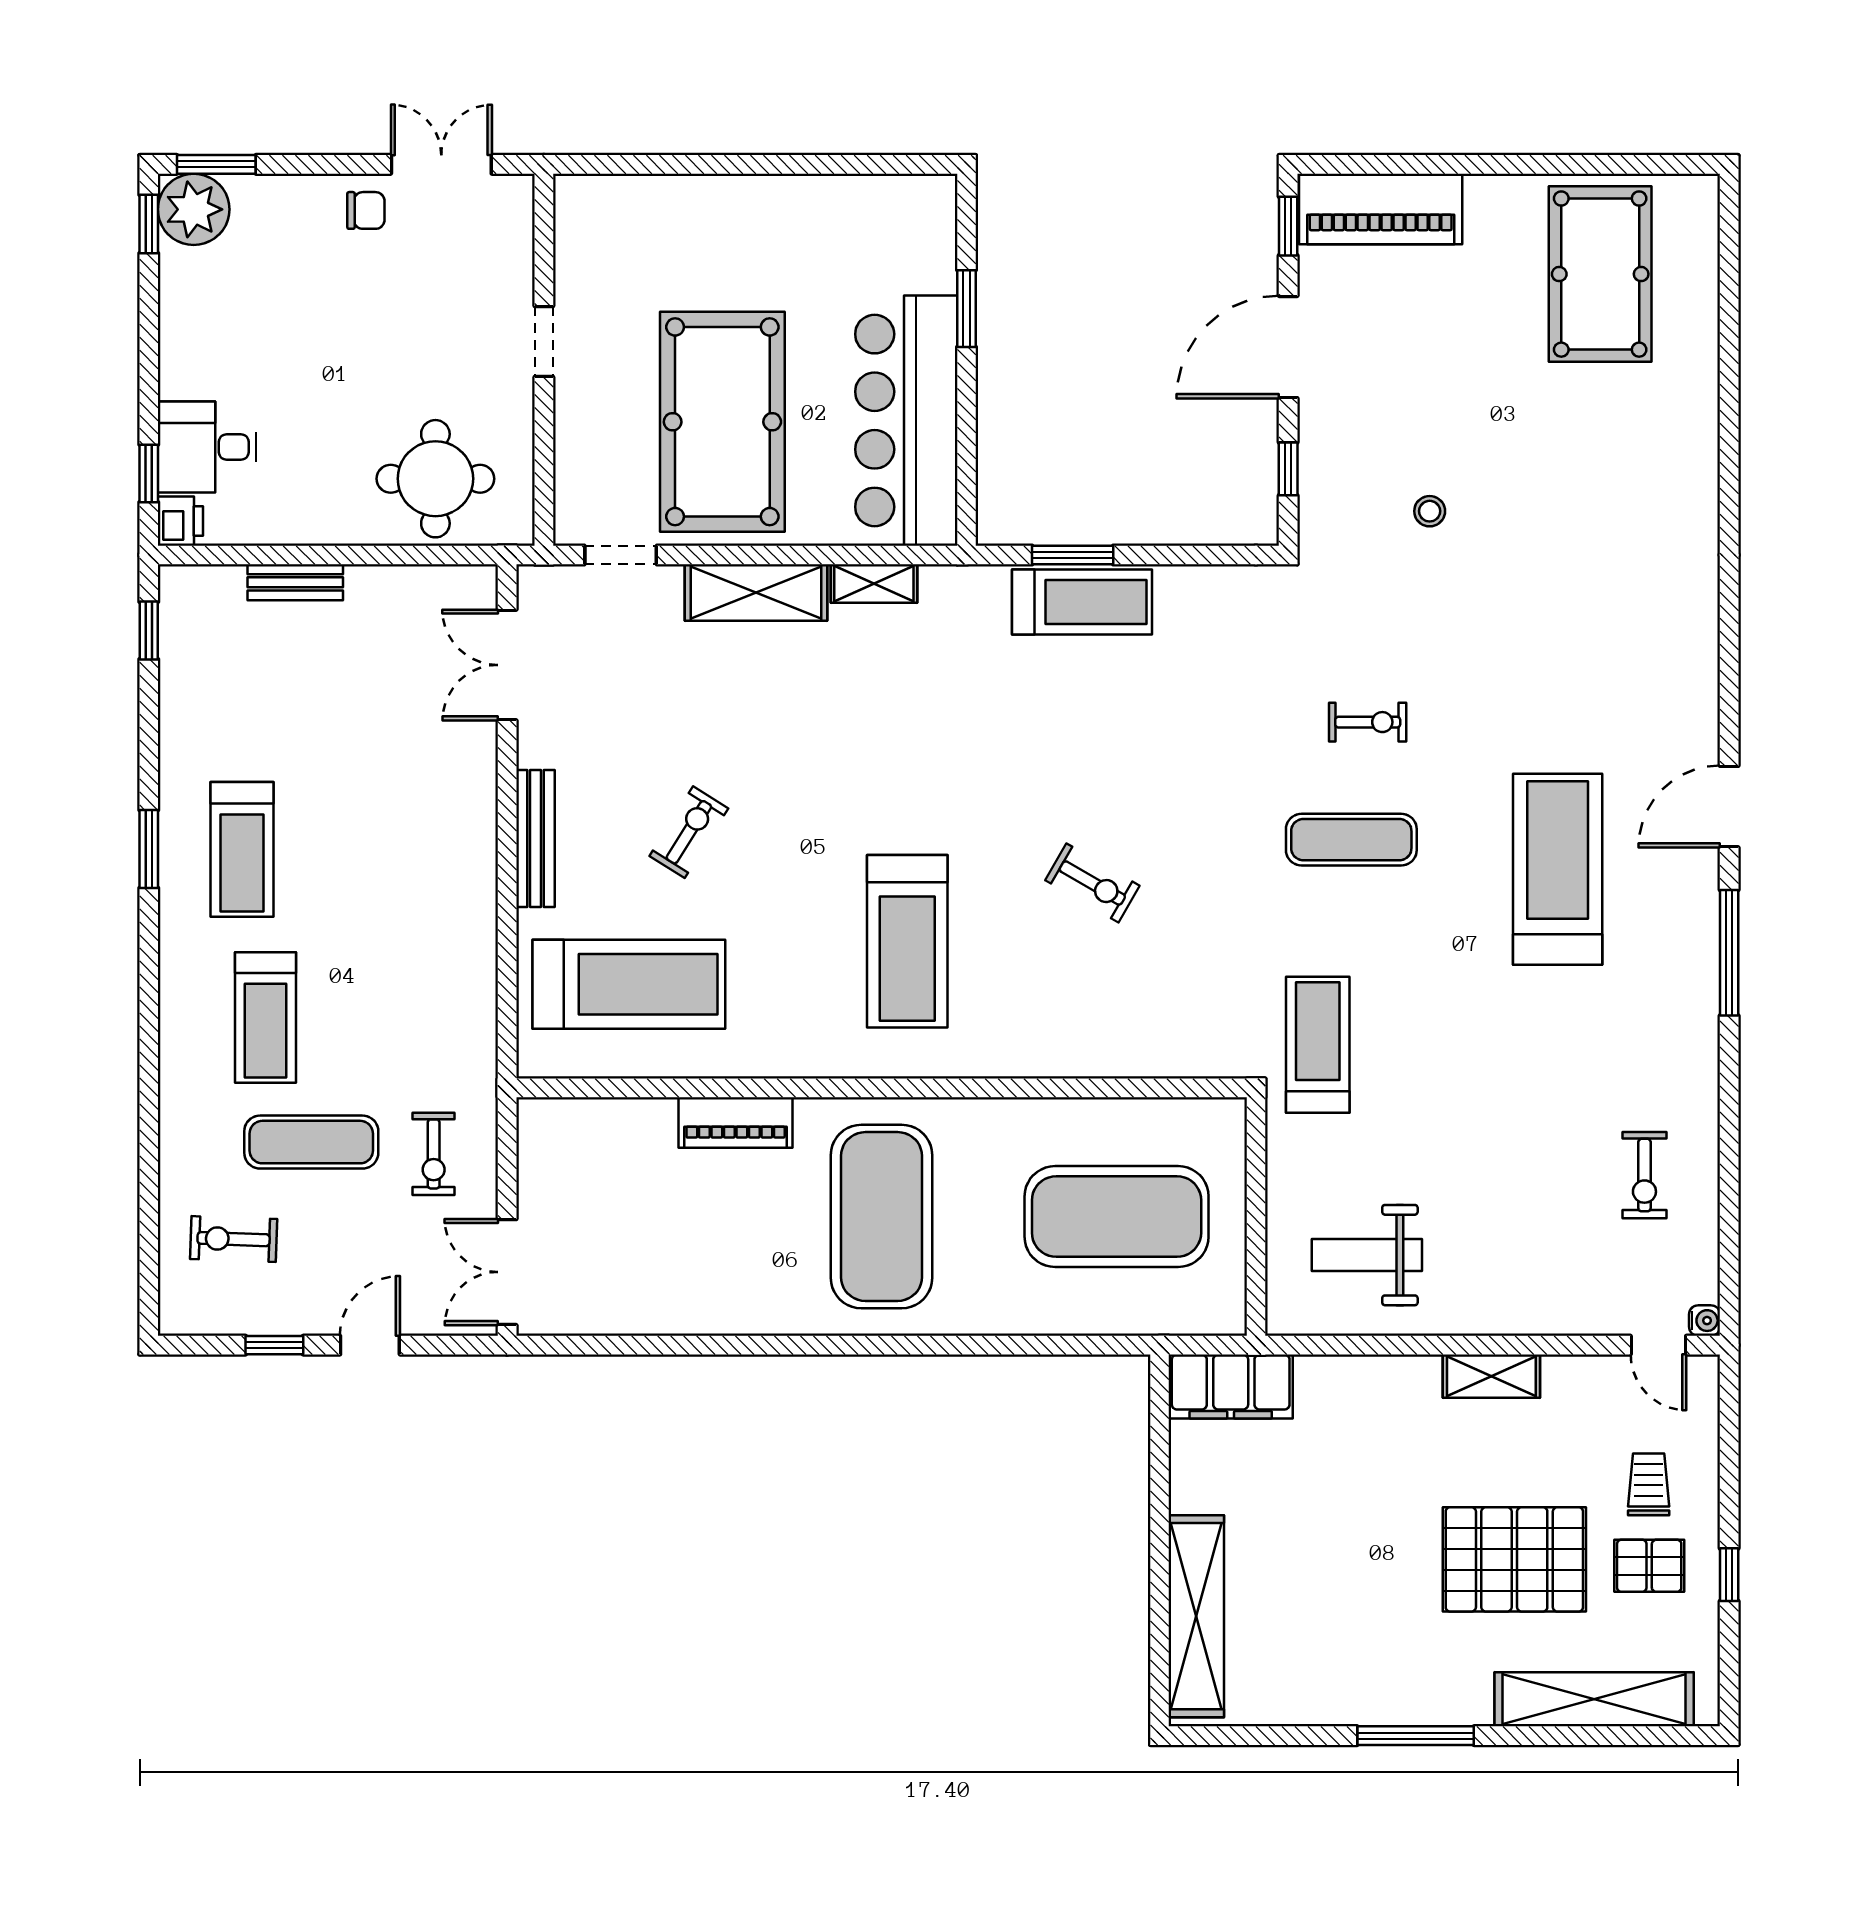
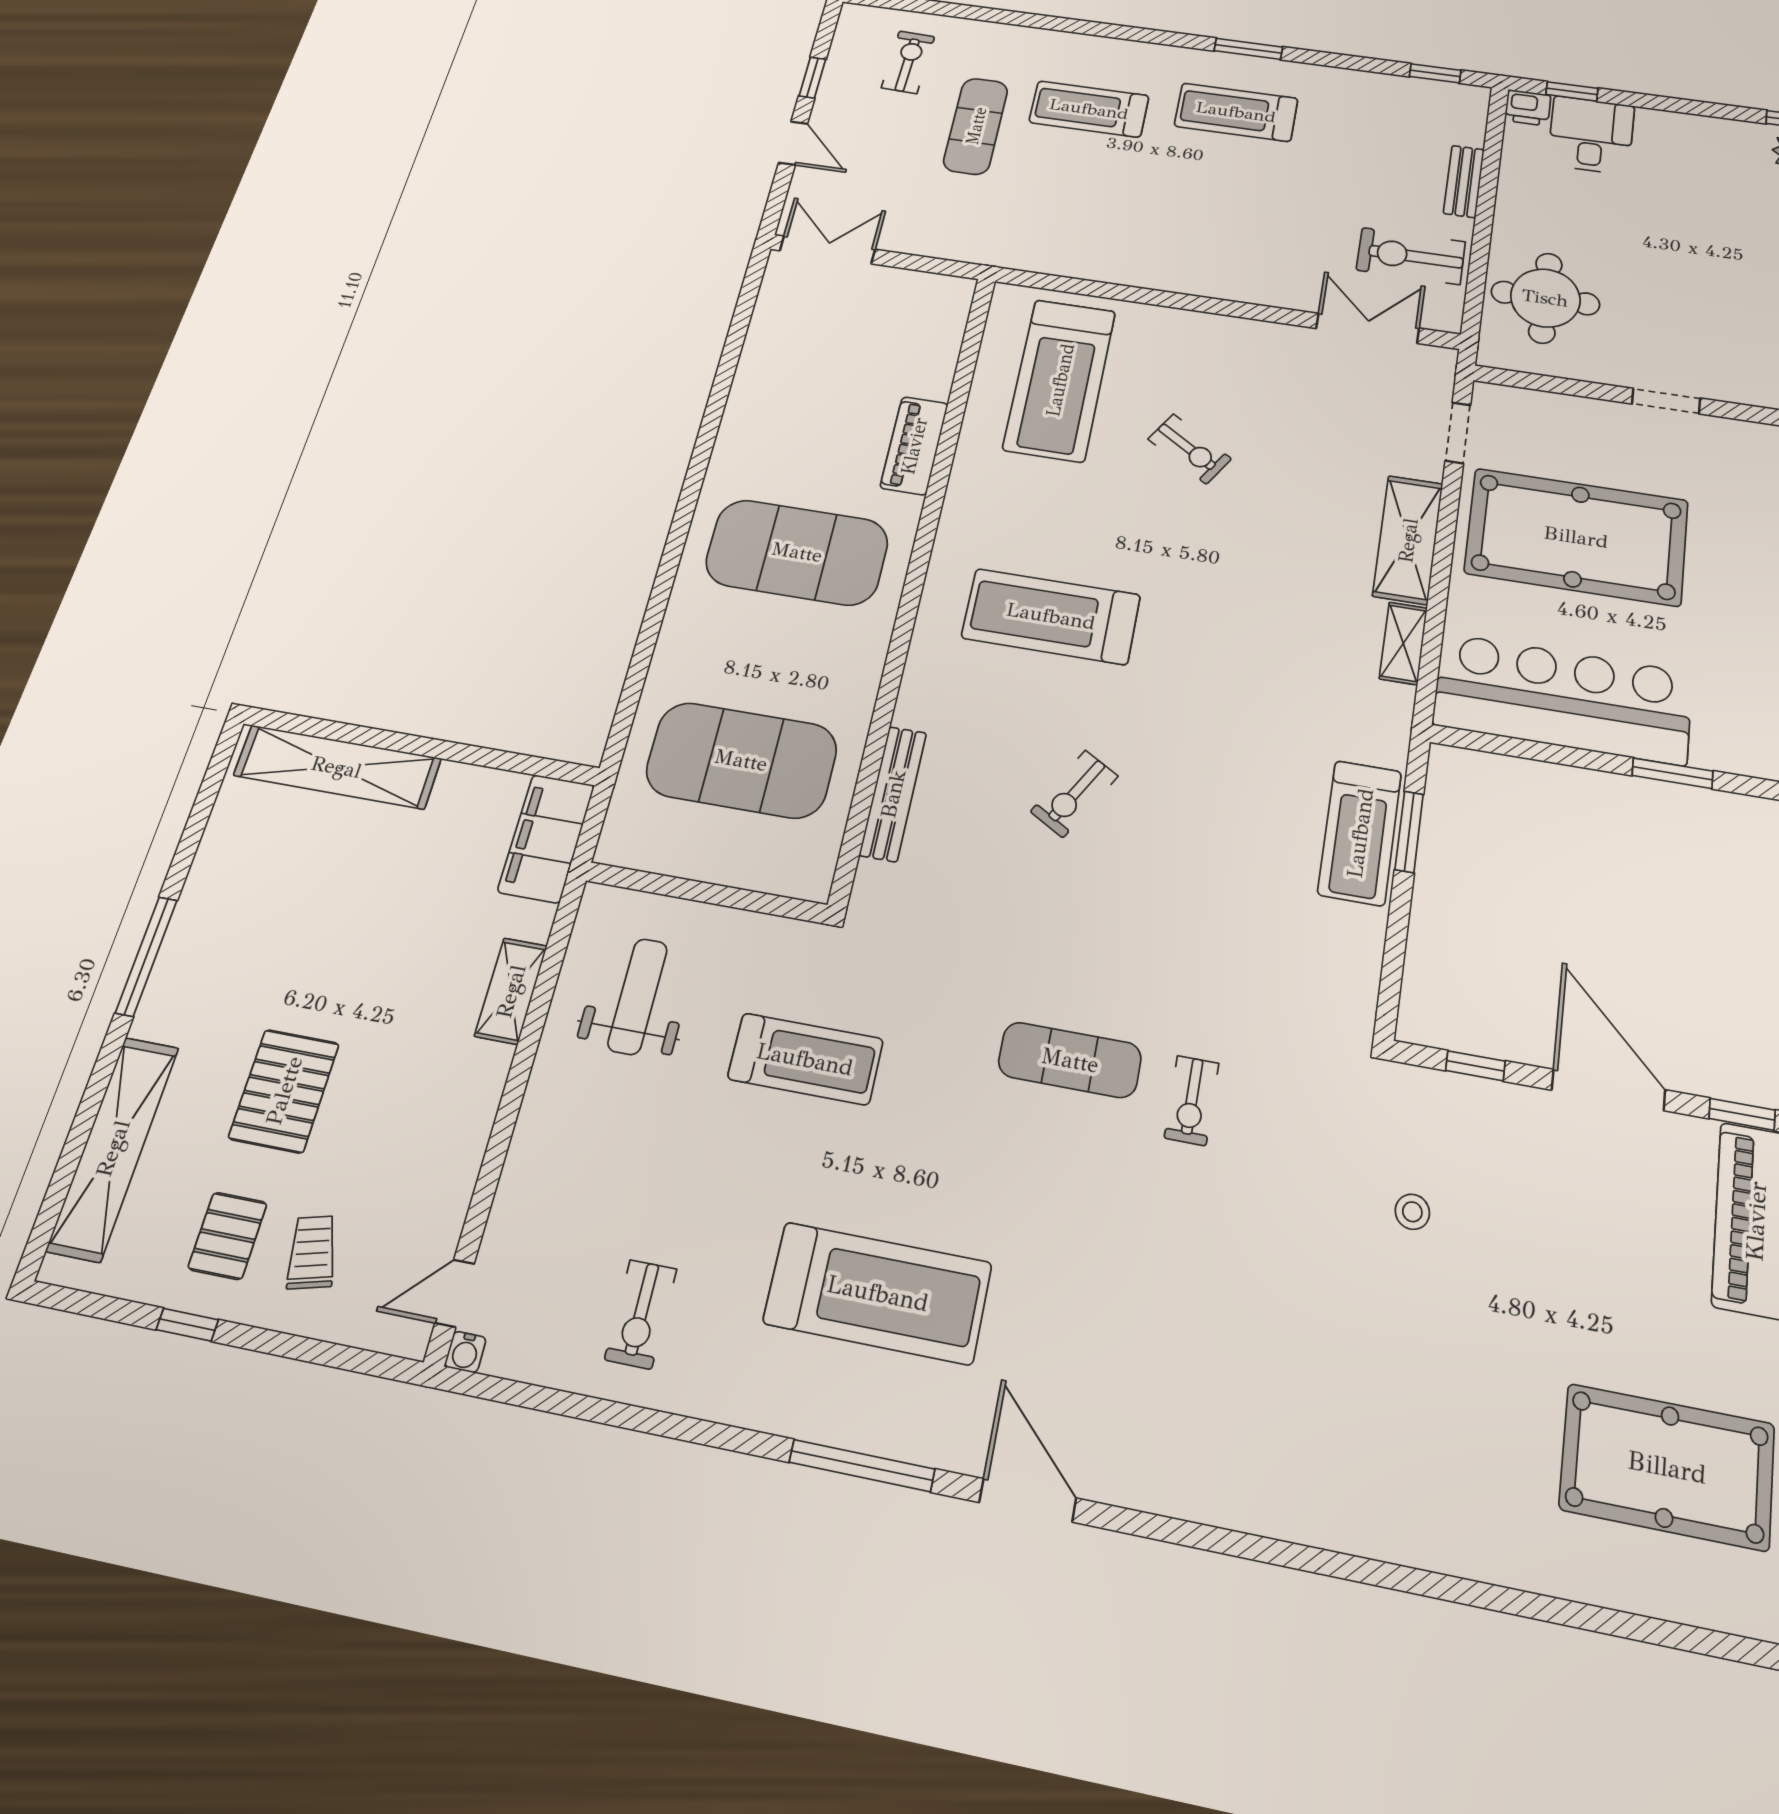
bench: (535, 839) -> (893, 794), moved, turned 90
exercise mat: (1351, 840) -> (1070, 1060), turned 90
treadmill: (1558, 869) -> (878, 1293), moved
treadmill: (1318, 1045) -> (805, 1059), moved
exercise bike: (434, 1154) -> (1411, 256), moved, width x1.38, depth x1.39
exercise bike: (1644, 1175) -> (641, 1314), turned -90
exercise mat: (1117, 1217) -> (741, 760), turned 90
shelving: (1491, 1376) -> (511, 991), moved
trolley: (1649, 1484) -> (312, 1252), turned -104
pallet: (1514, 1559) -> (284, 1091), width x0.73, depth x0.71

